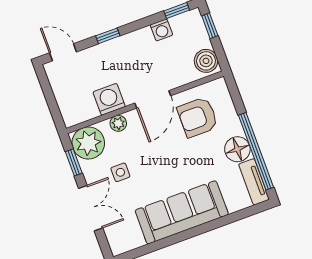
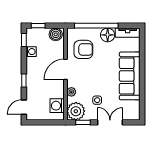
washing machine: (109, 99) -> (57, 106), moved
door: (153, 99) -> (65, 69), swing flipped
armchair: (198, 117) -> (83, 49), turned -90
window: (256, 151) -> (96, 26), moved

